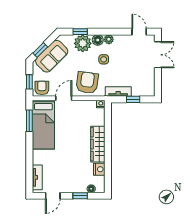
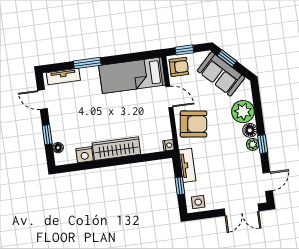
window: (80, 32) -> (263, 144), moved
side table: (104, 59) -> (198, 202), moved
window: (29, 121) -> (87, 63), moved

